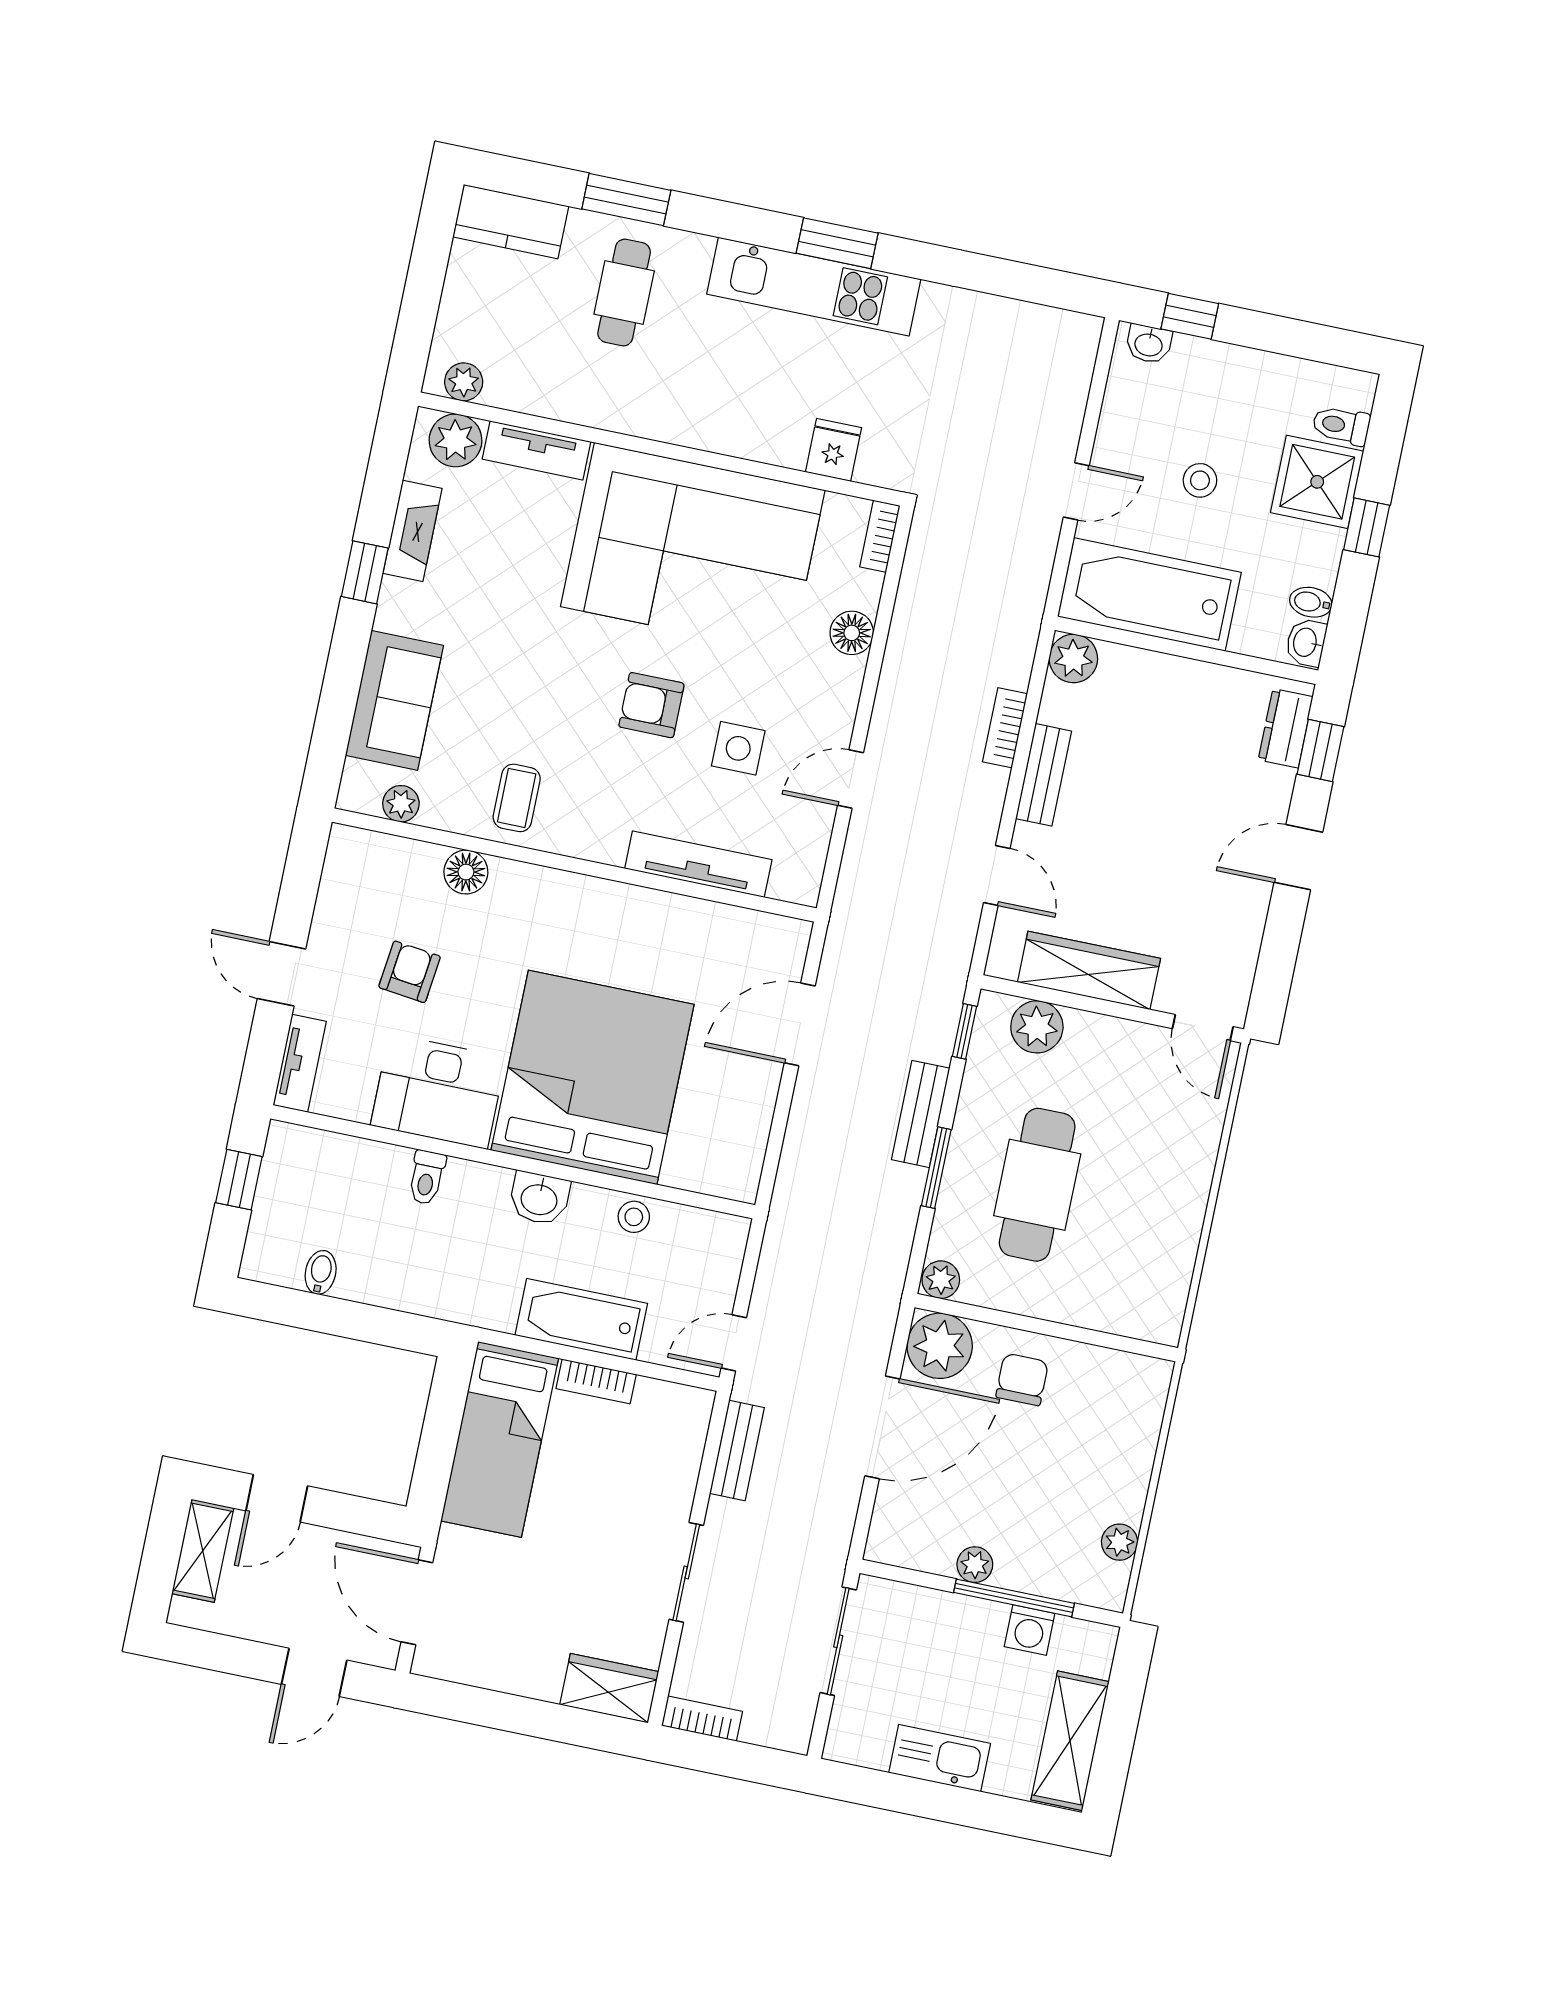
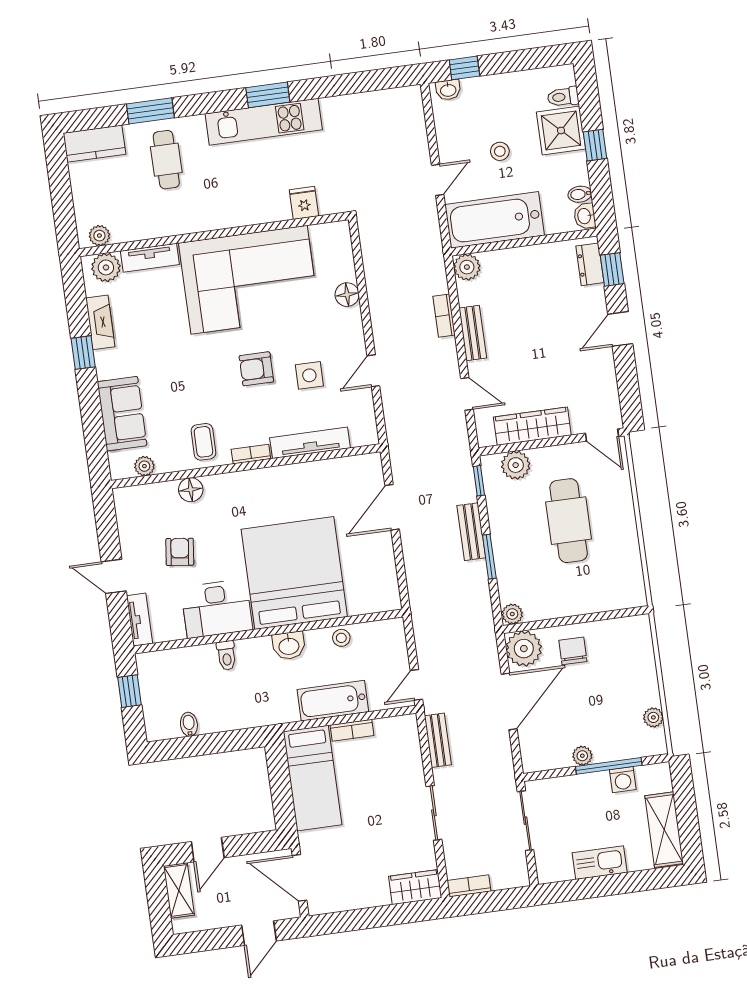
bookcase: (880, 536) -> (251, 454), moved, turned 90
cafe table: (1037, 1185) -> (569, 521), moved

